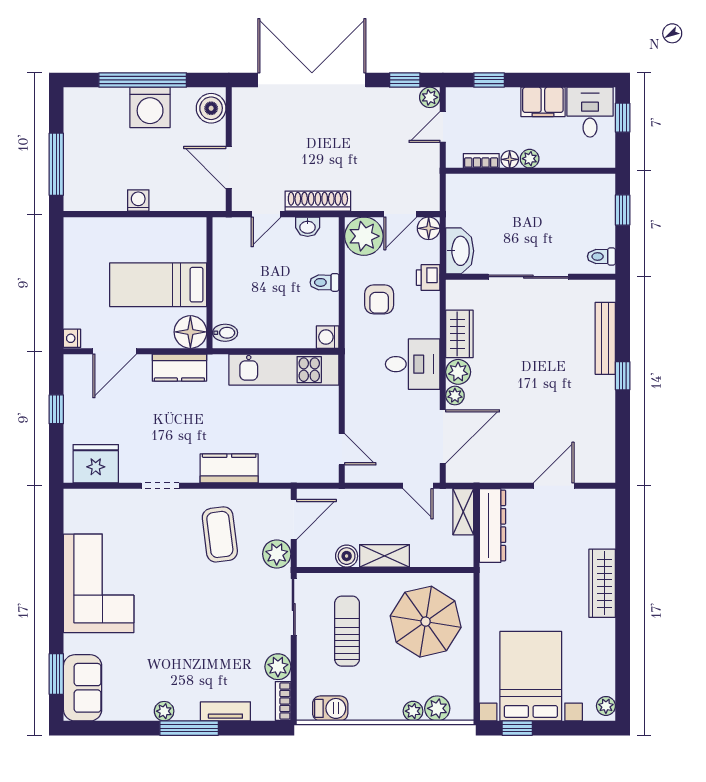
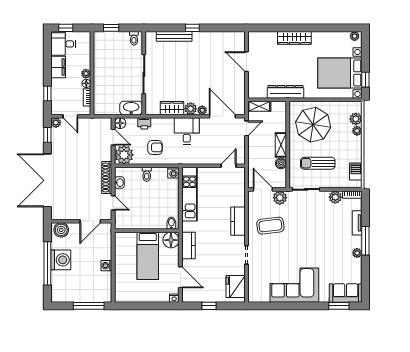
dresser: (492, 525) -> (286, 92), moved

